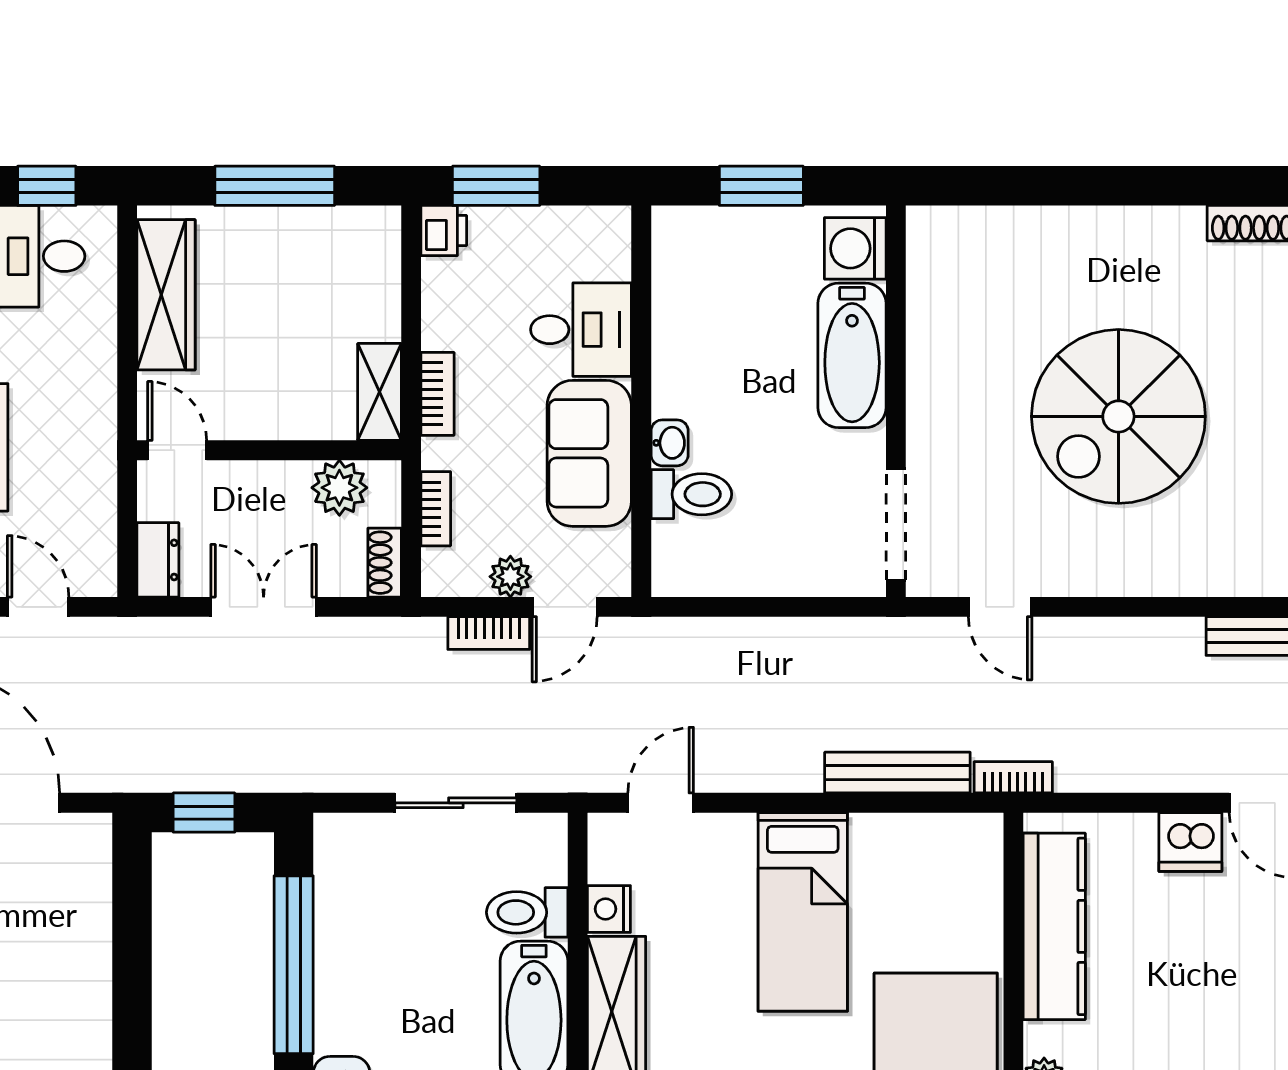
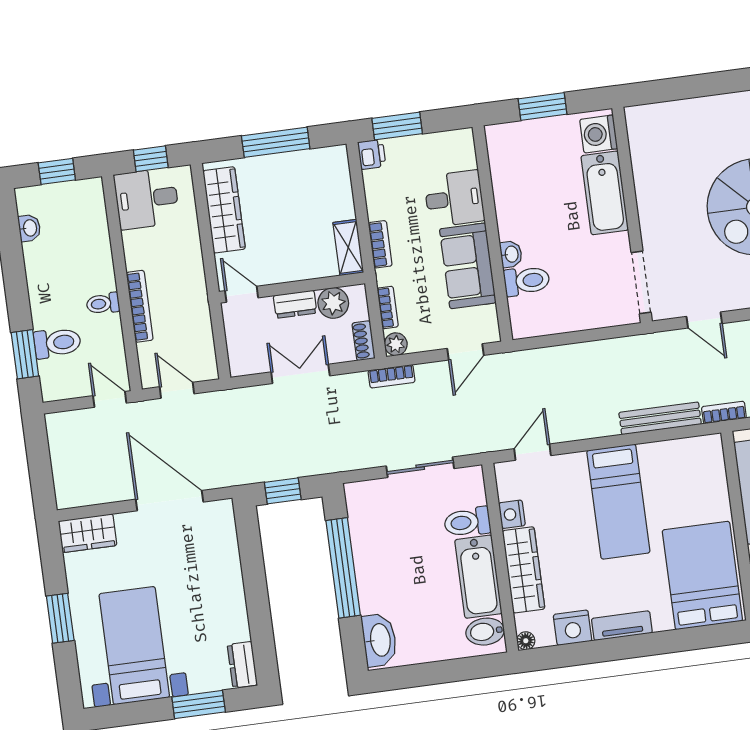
dresser: (158, 560) -> (295, 304), moved, turned 90
plant: (510, 577) -> (396, 344), moved
bookcase: (489, 633) -> (392, 376), moved

